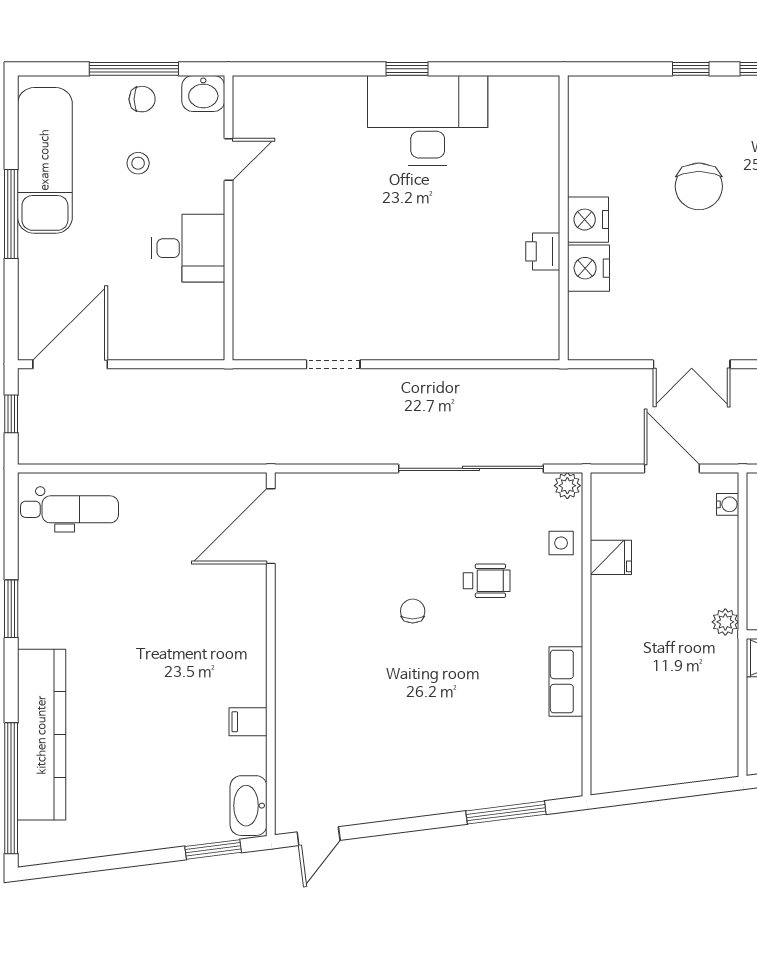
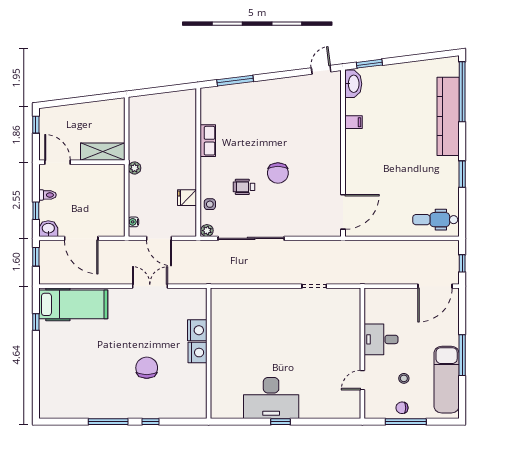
washbasin: (203, 93) -> (374, 410), removed
printer: (543, 251) -> (218, 338), removed
chair: (413, 611) -> (278, 173), width x1.87, depth x1.87

